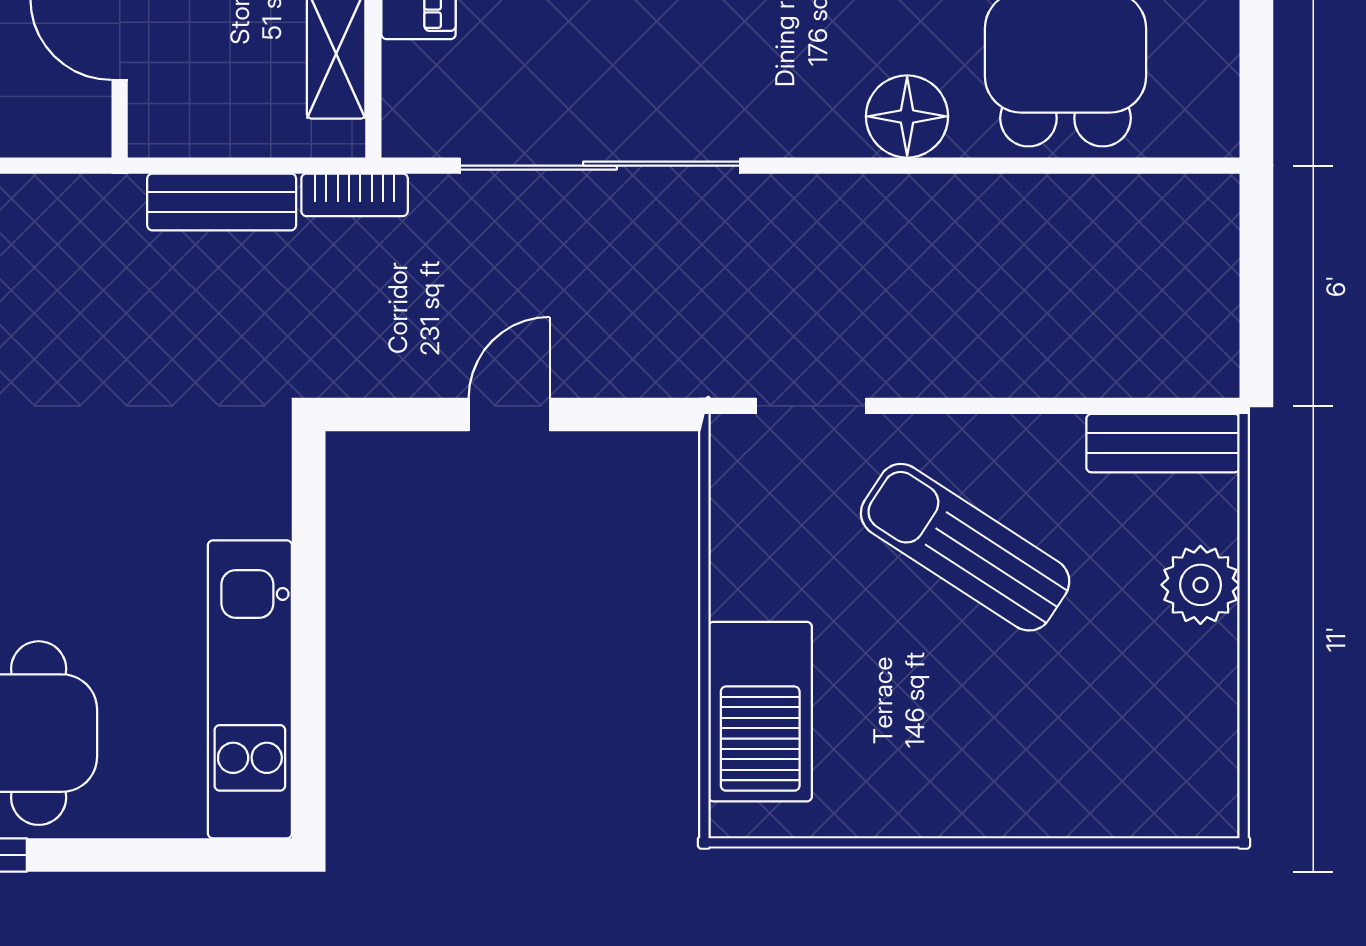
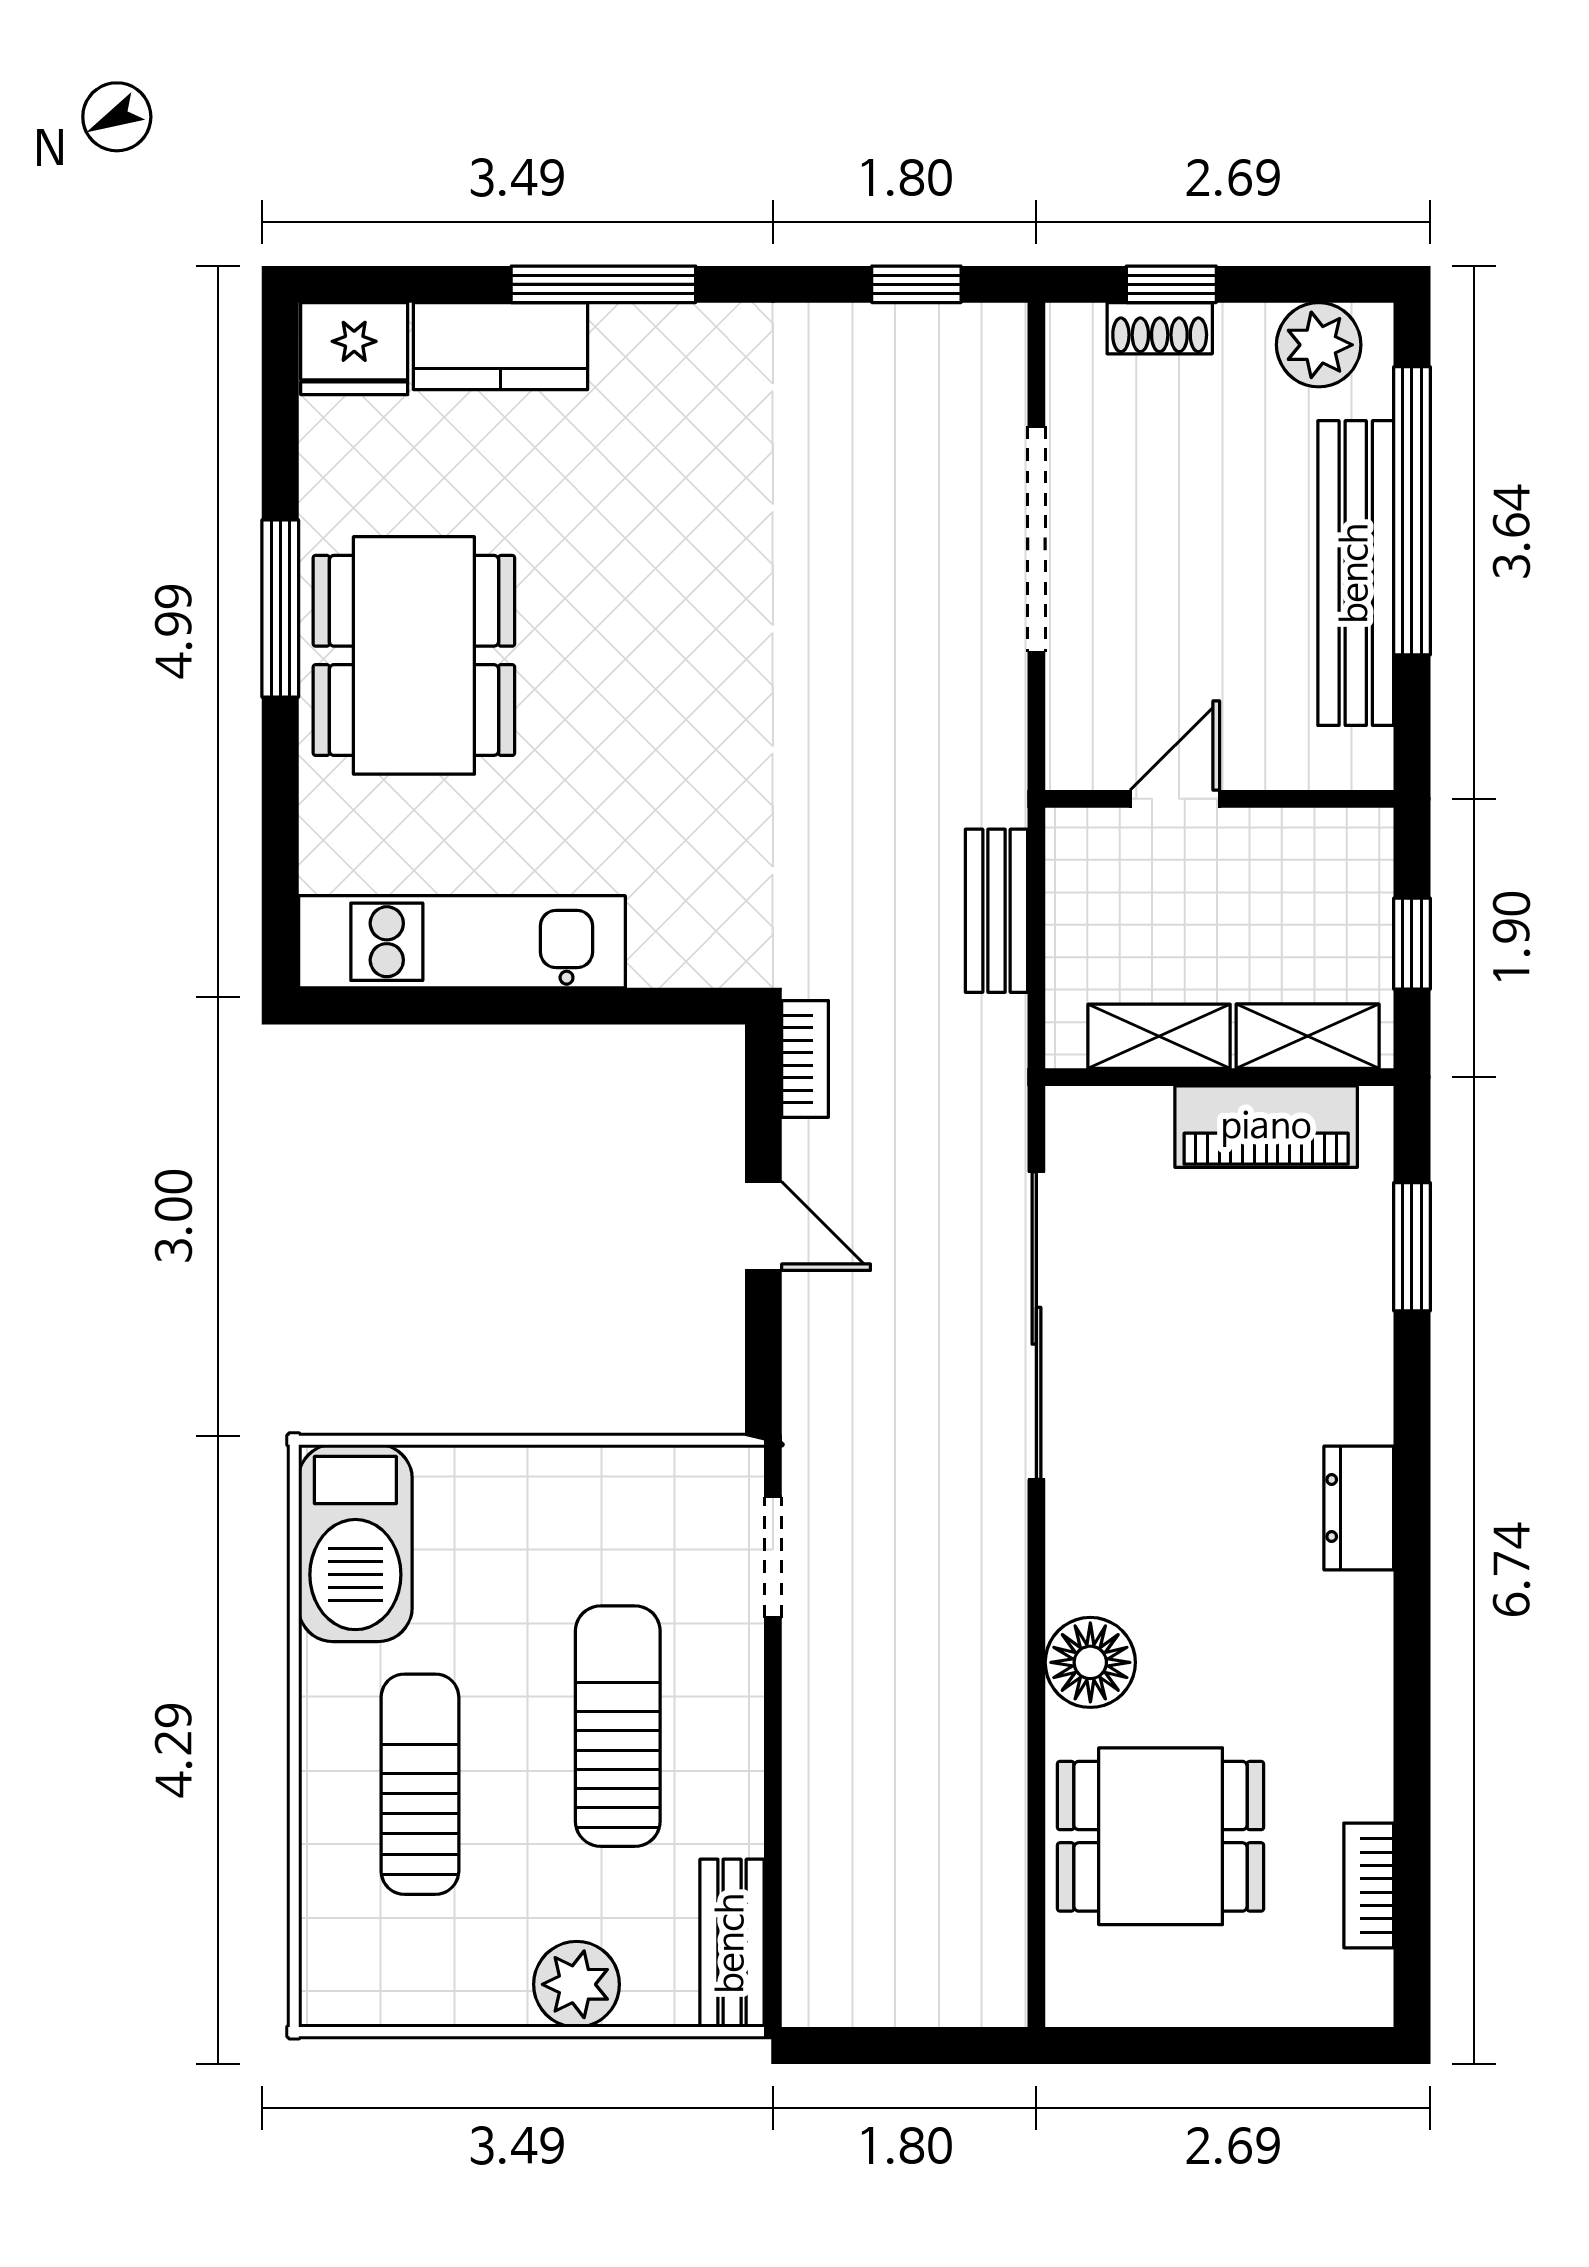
bookcase: (355, 195) -> (805, 1059), moved, turned 180
sun lounger: (965, 547) -> (618, 1726), turned -33
barbecue: (760, 712) -> (355, 1543), moved, turned -90
sun lounger: (1018, 728) -> (420, 1784), added

